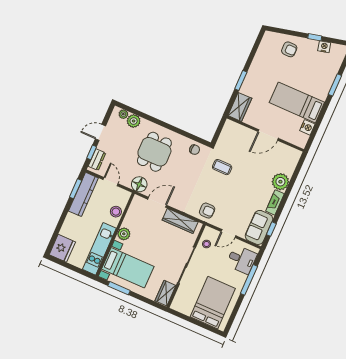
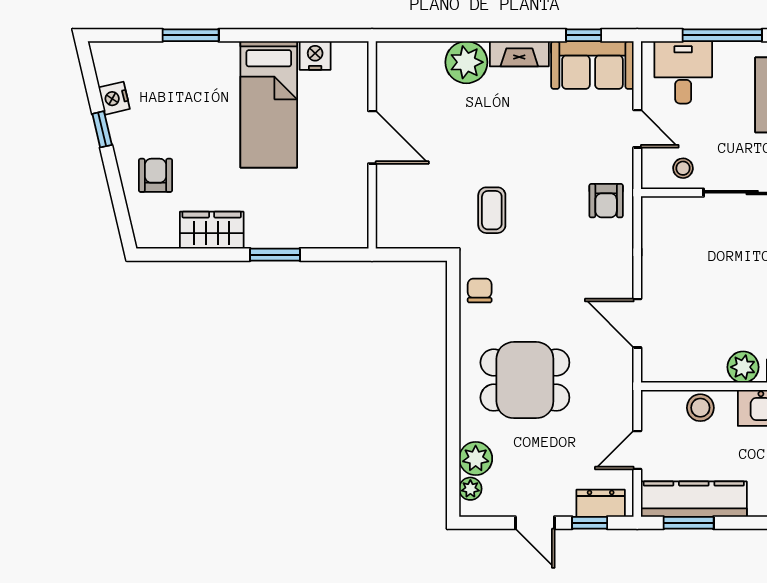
wardrobe: (240, 107) -> (212, 230), moved
floor lamp: (139, 184) -> (615, 382), removed
armchair: (207, 211) -> (606, 201), turned 180
wardrobe: (180, 221) -> (657, 252), removed

